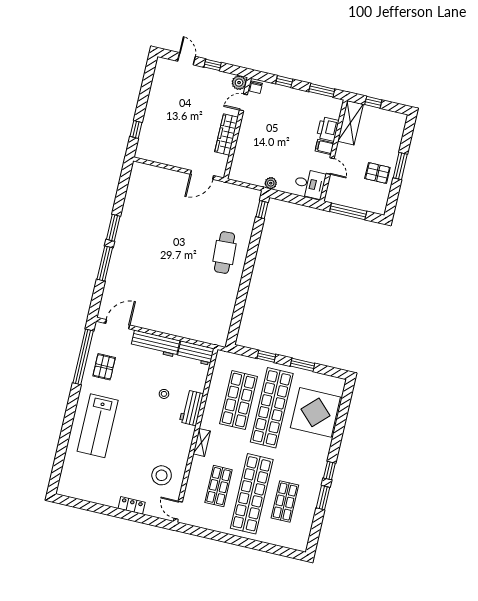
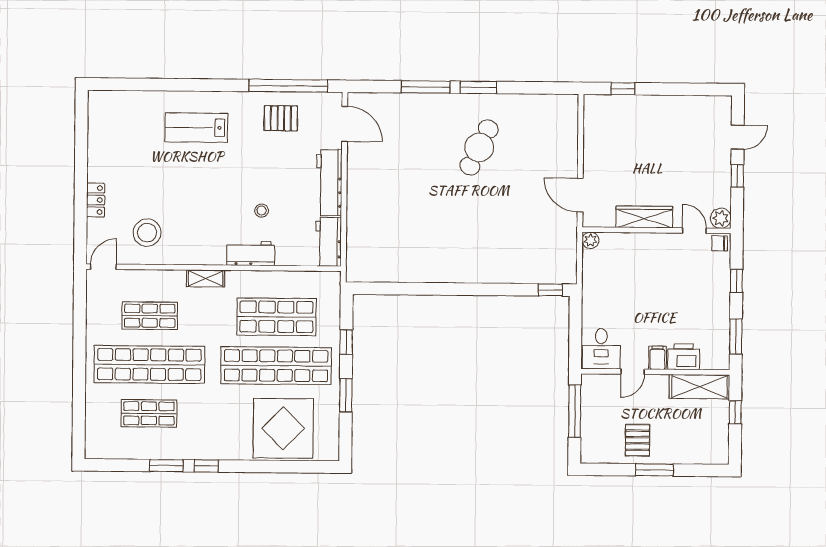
plant: (271, 183) -> (590, 240), moved
cafe table: (225, 253) -> (479, 147), moved, turned -61
lab bench: (98, 426) -> (196, 128), width x0.73, depth x0.72

